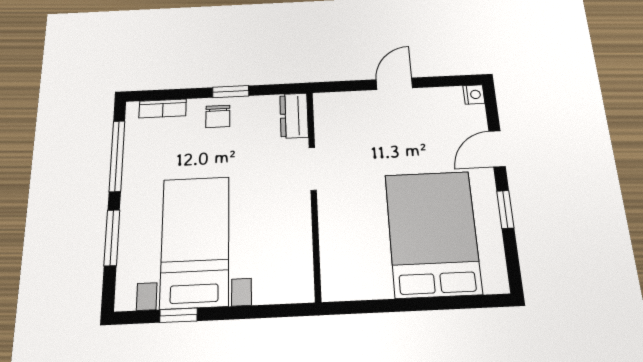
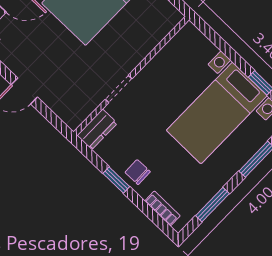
chair: (218, 116) -> (138, 172), turned -91
window: (117, 156) -> (212, 205), width x0.69

